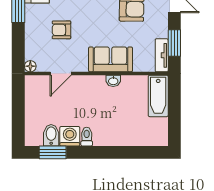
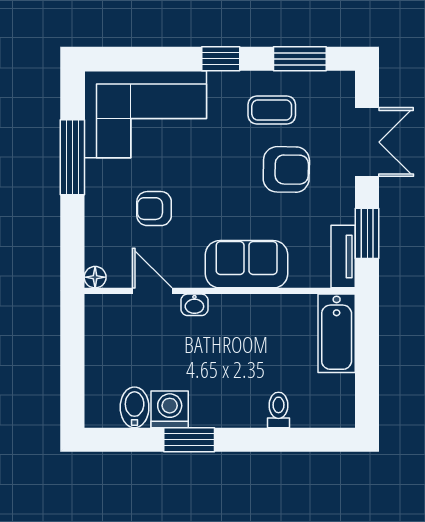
door: (61, 74) -> (152, 291), swing flipped
washbasin: (113, 81) -> (194, 305), moved
toilet: (87, 137) -> (279, 410), moved
window: (53, 152) -> (189, 440), moved

